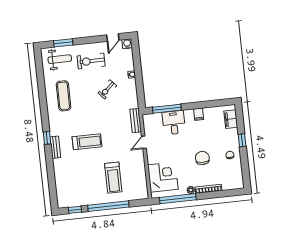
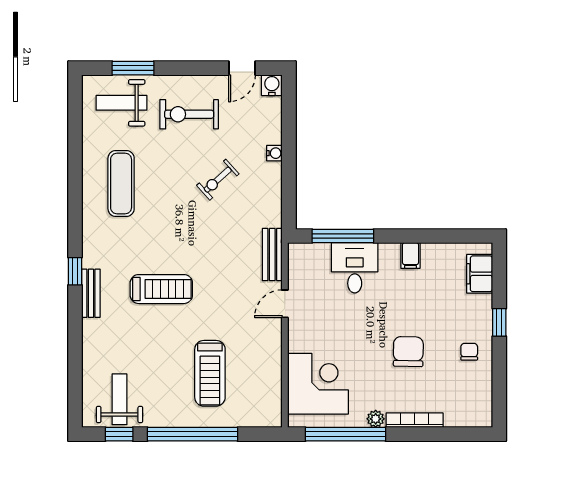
weight bench: (60, 59) -> (121, 103), turned 180
weight bench: (73, 194) -> (119, 399), added

